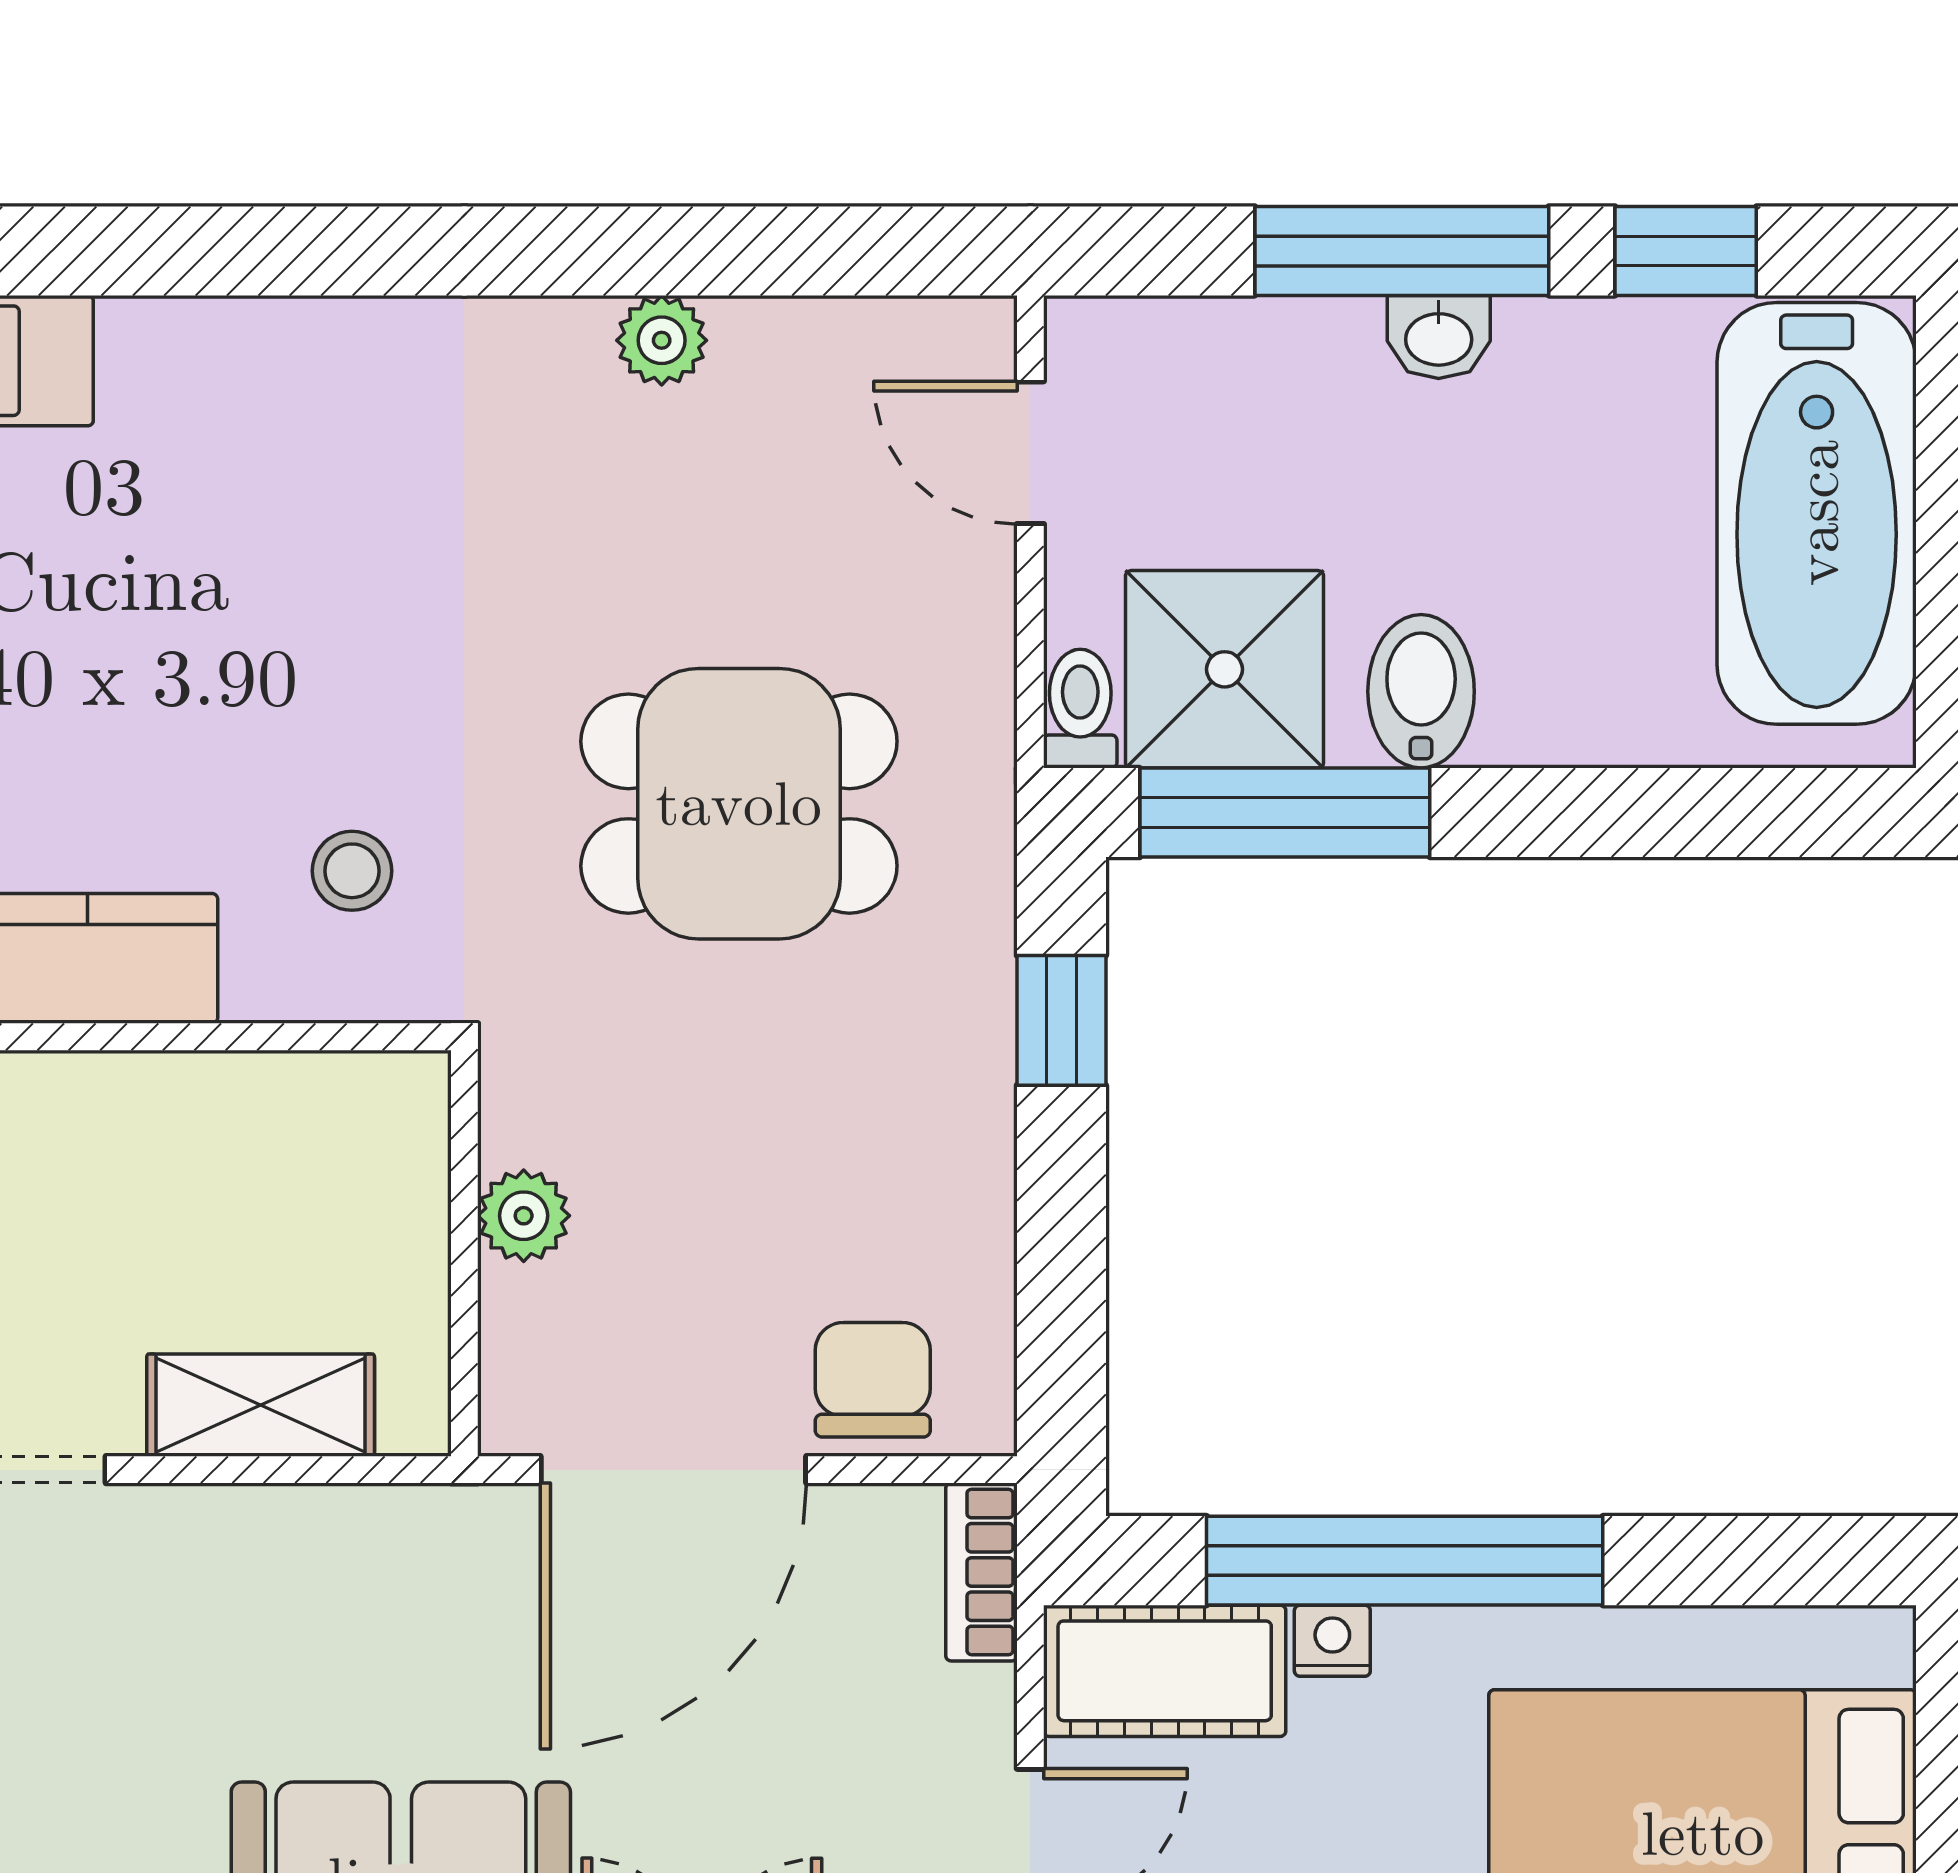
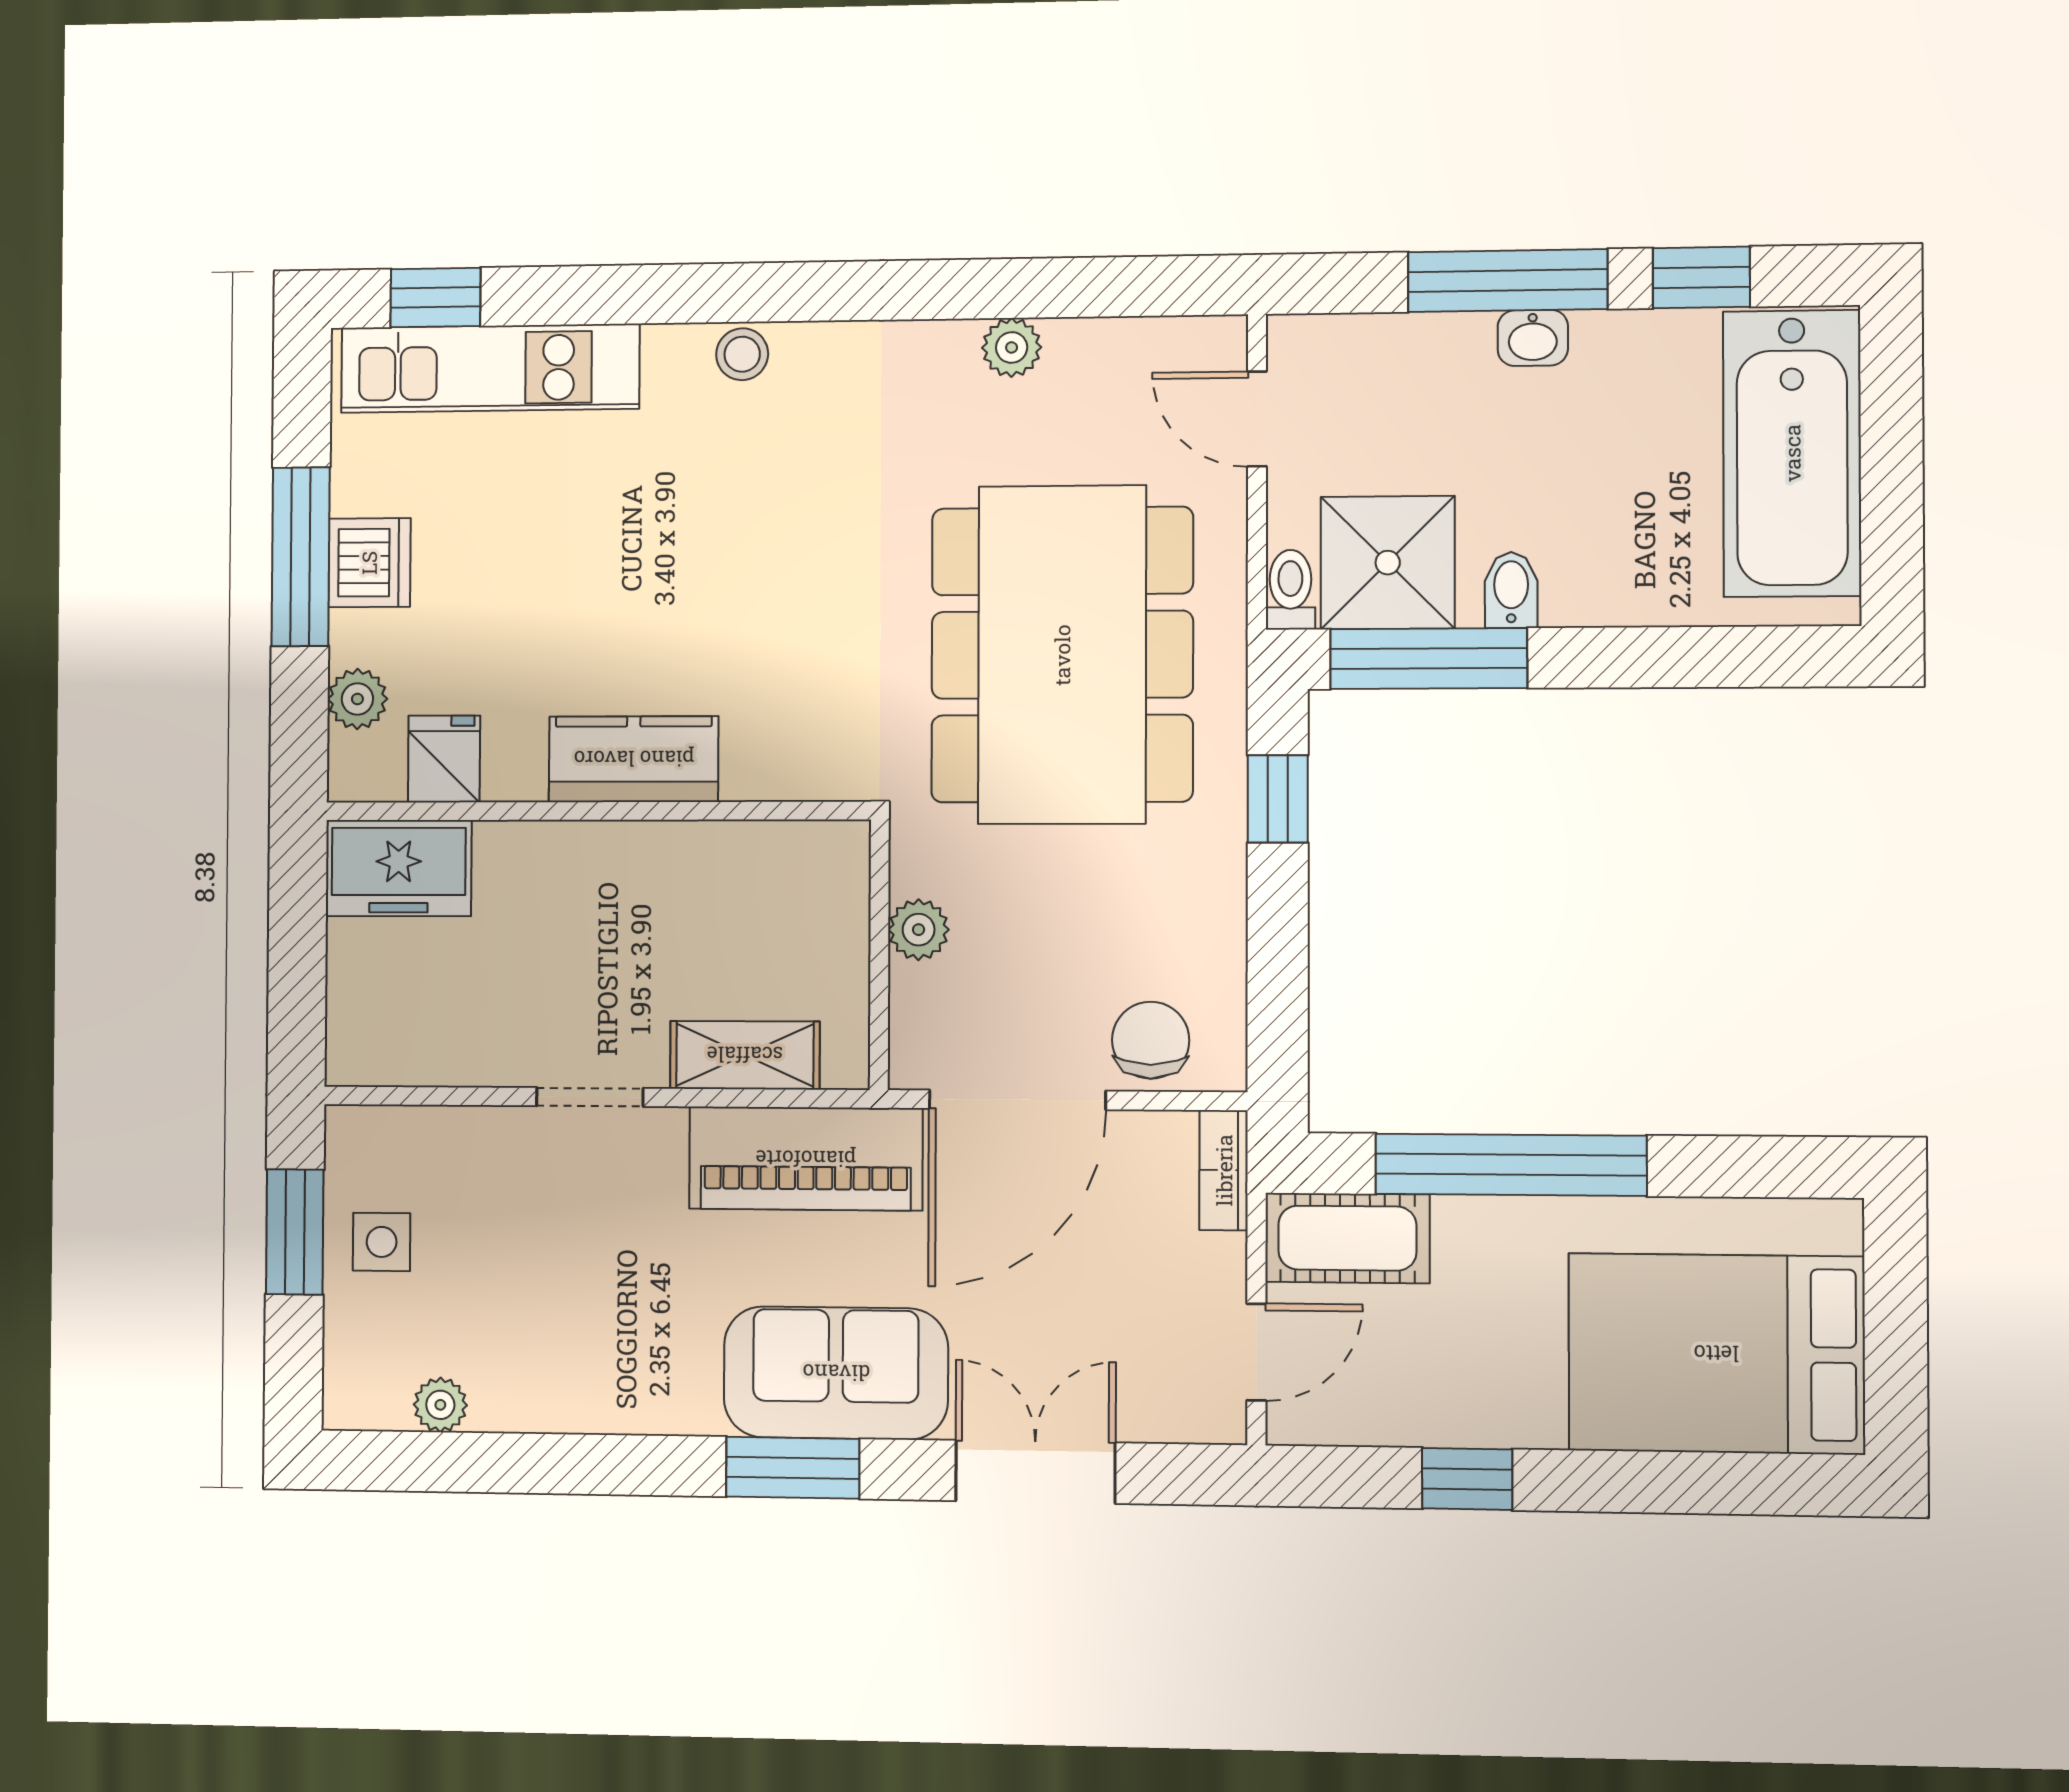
bidet: (1421, 691) -> (1511, 590), width x0.72, depth x0.74
dining table: (739, 804) -> (1062, 655), width x1.88, depth x1.24
stool: (352, 871) -> (742, 354), moved
piano: (354, 1560) -> (806, 1159), added
nightstand: (1332, 1641) -> (1461, 1219), removed

